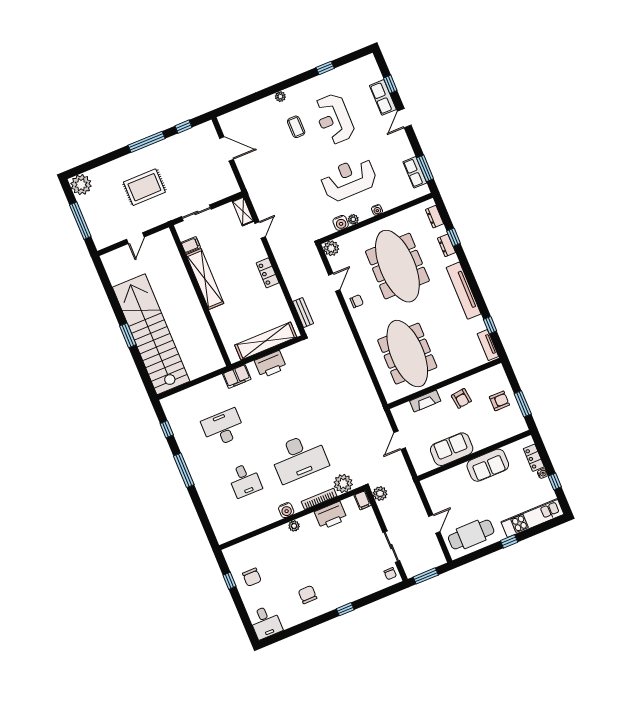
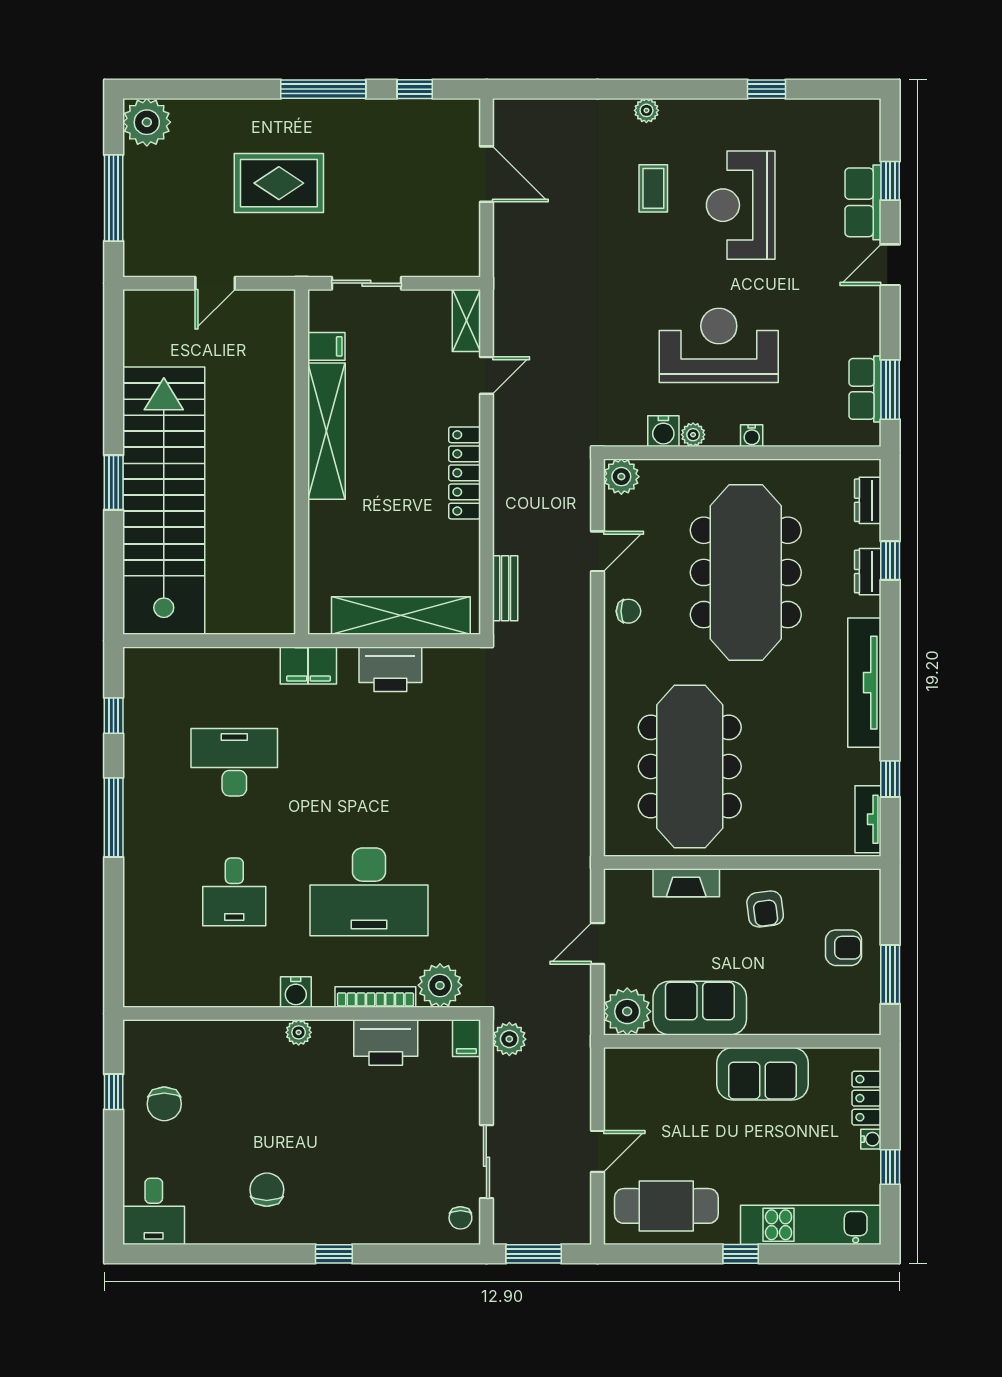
locker: (268, 273) -> (465, 473), width x1.53
plant: (423, 463) -> (627, 1011), added

